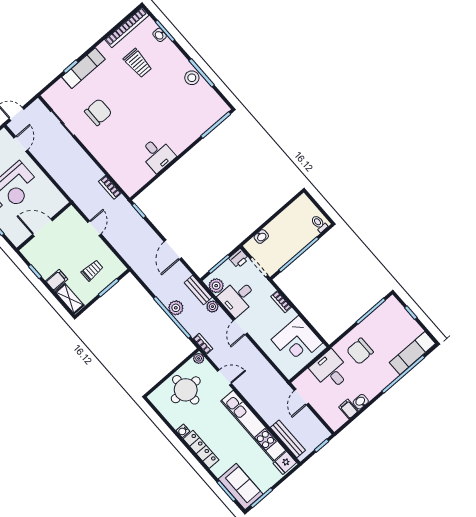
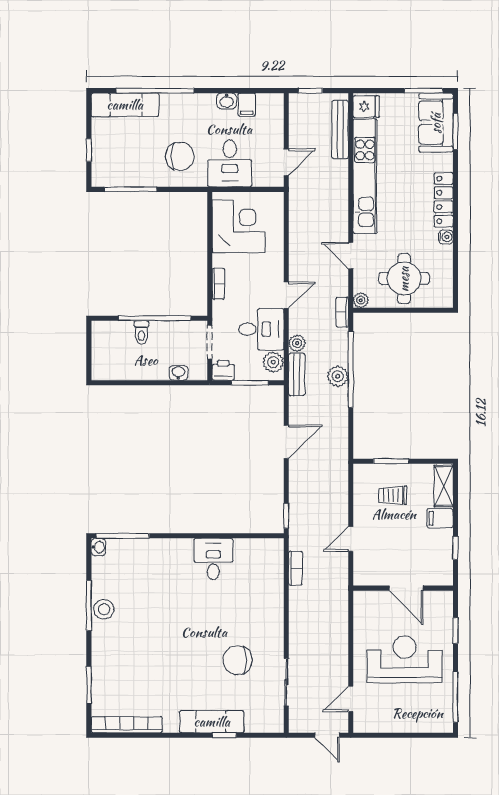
washbasin: (160, 35) -> (98, 547), moved
trolley: (138, 63) -> (149, 676), removed
toilet: (319, 224) -> (141, 332), moved

